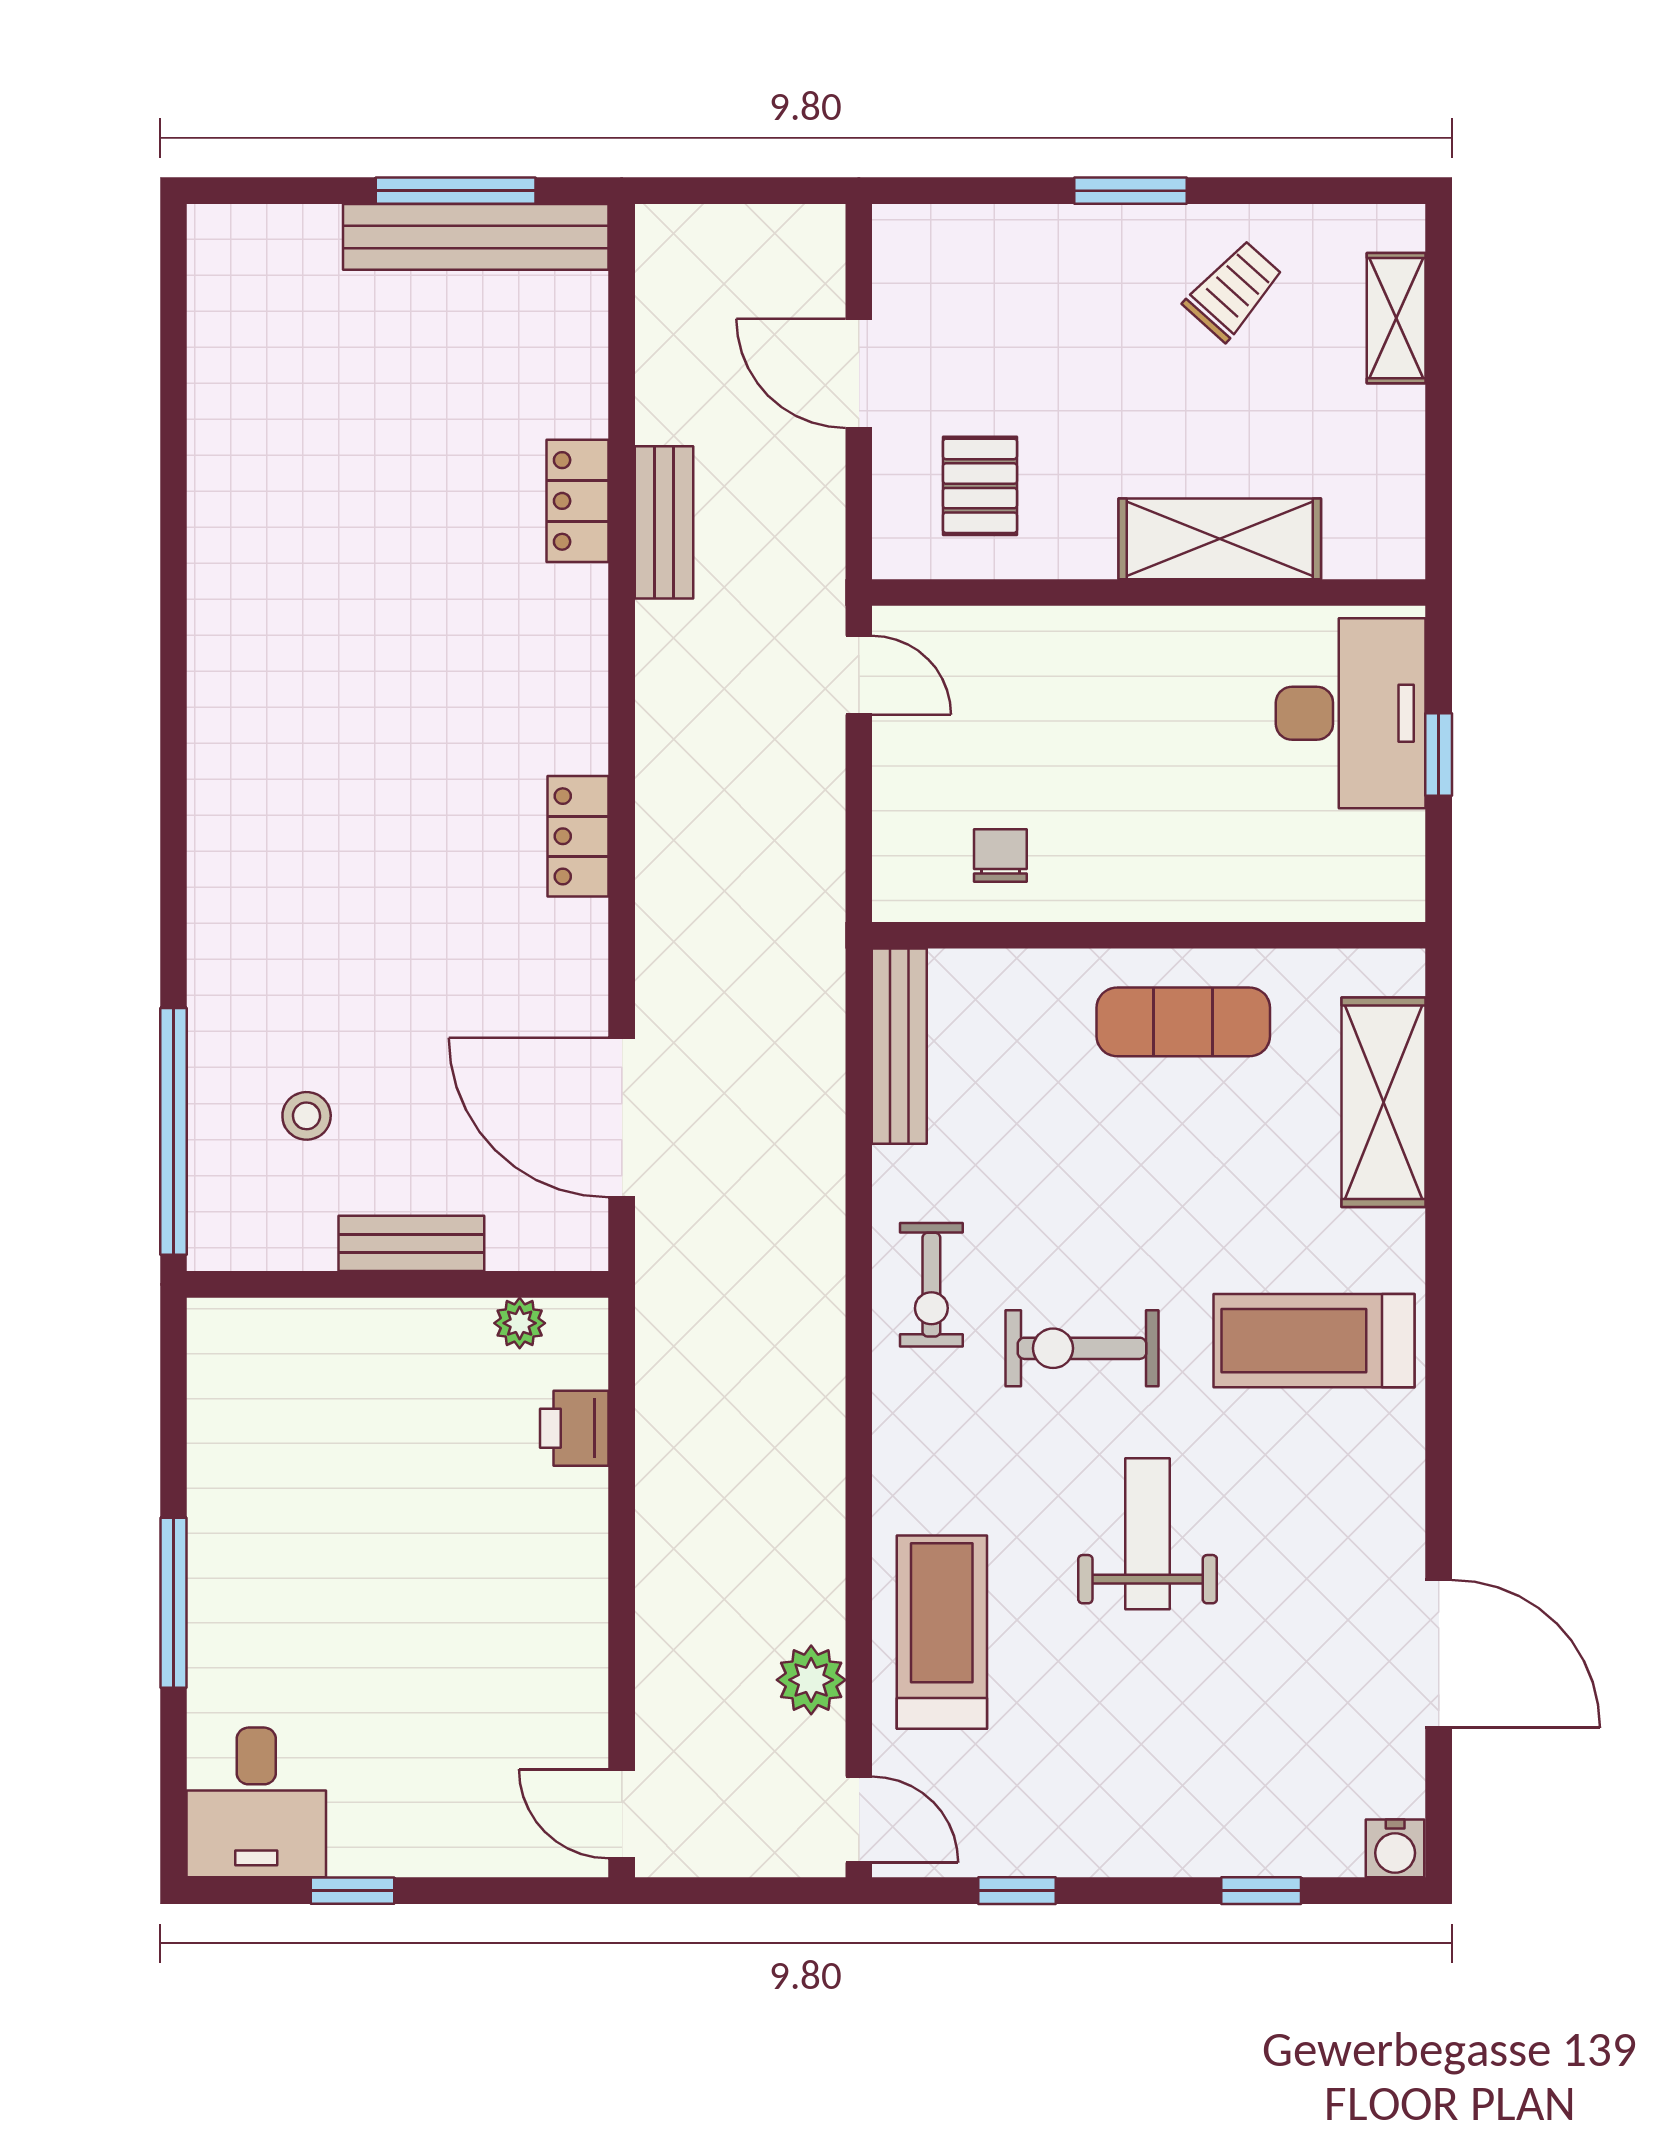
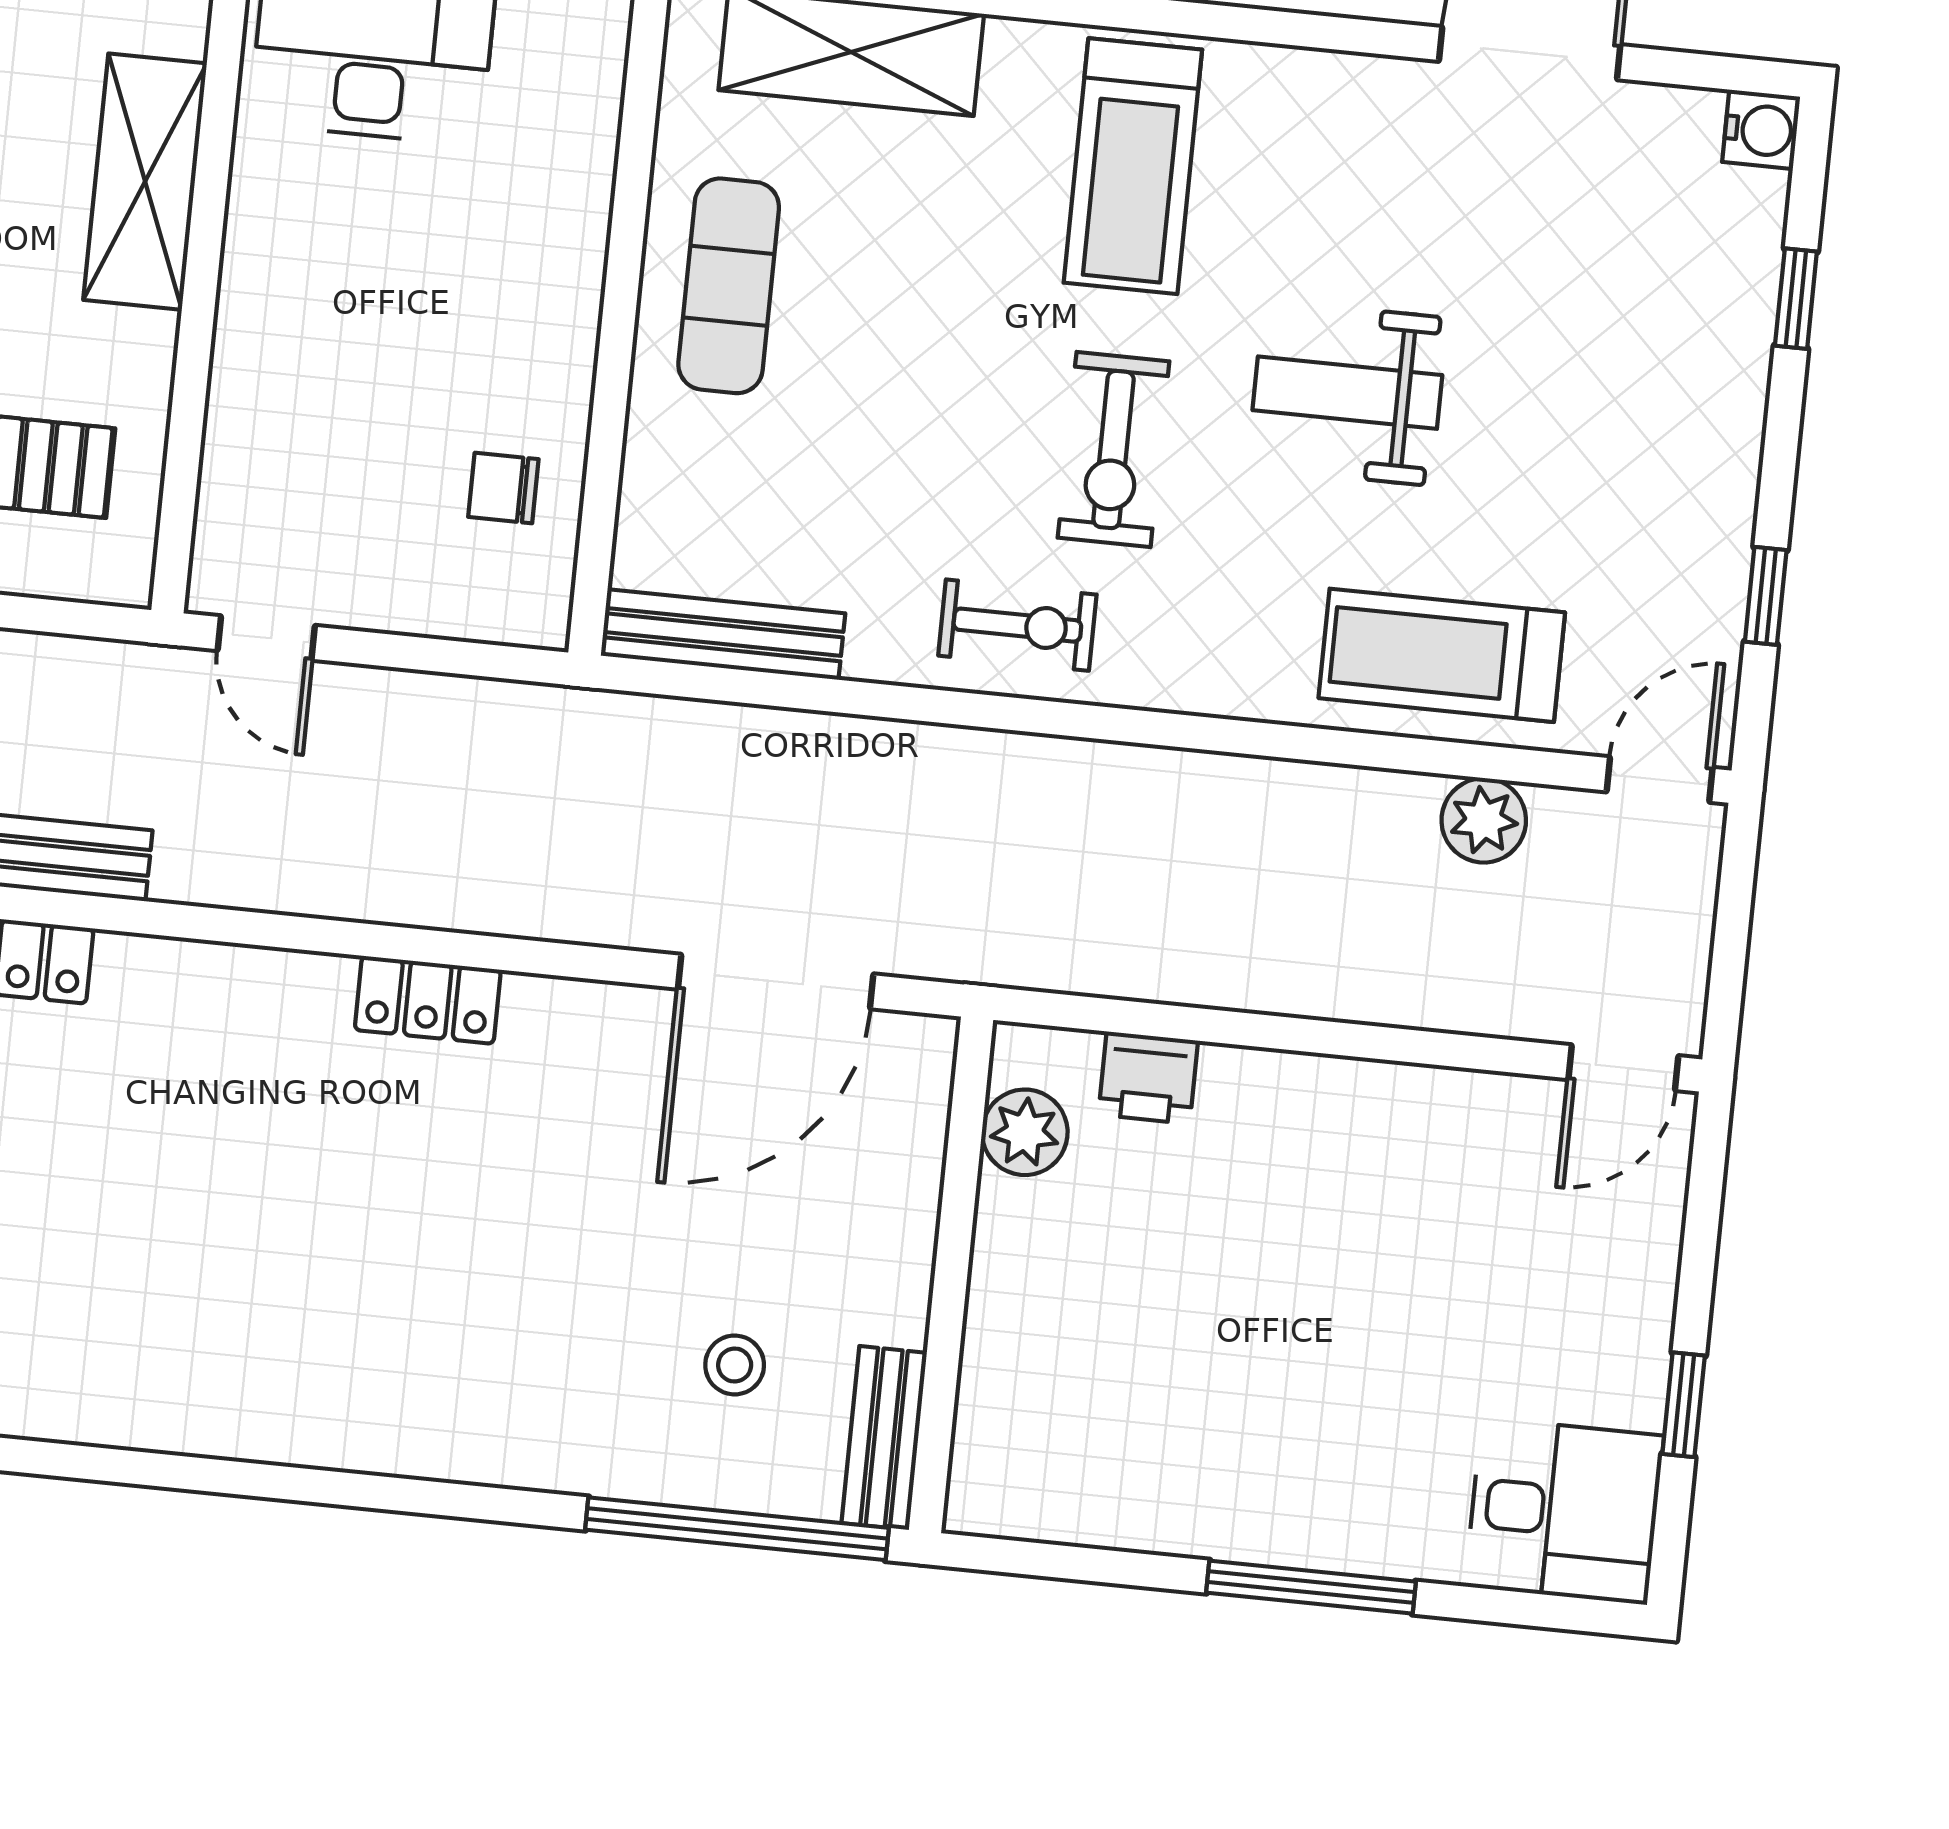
door: (859, 675) -> (266, 638), swing flipped
bench: (411, 1243) -> (884, 1438), moved
plant: (520, 1323) -> (1025, 1132), width x1.38, depth x1.38

